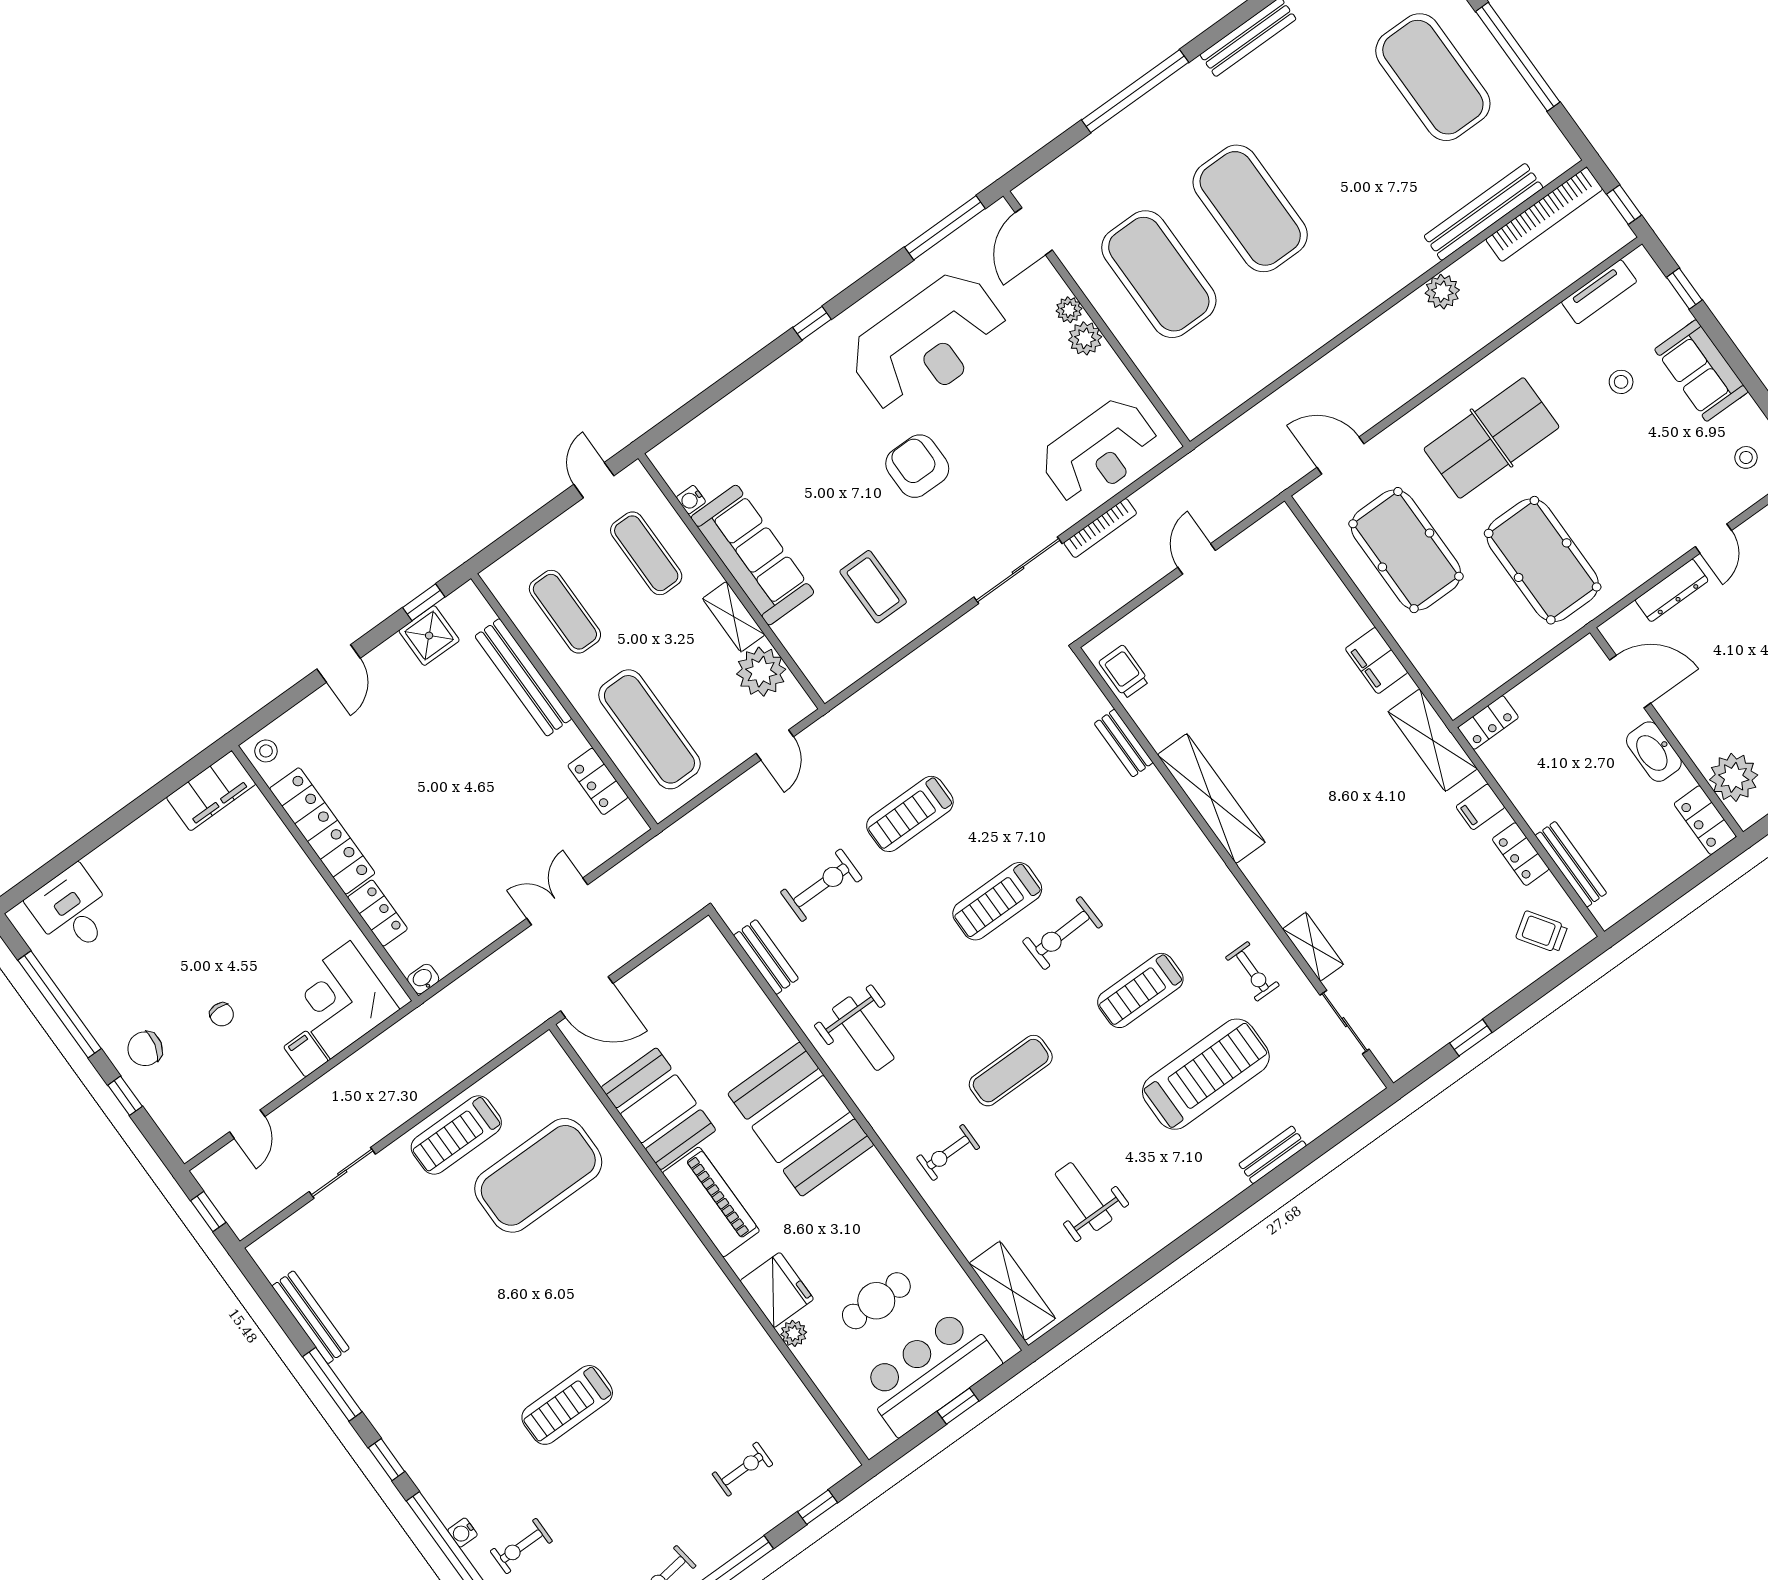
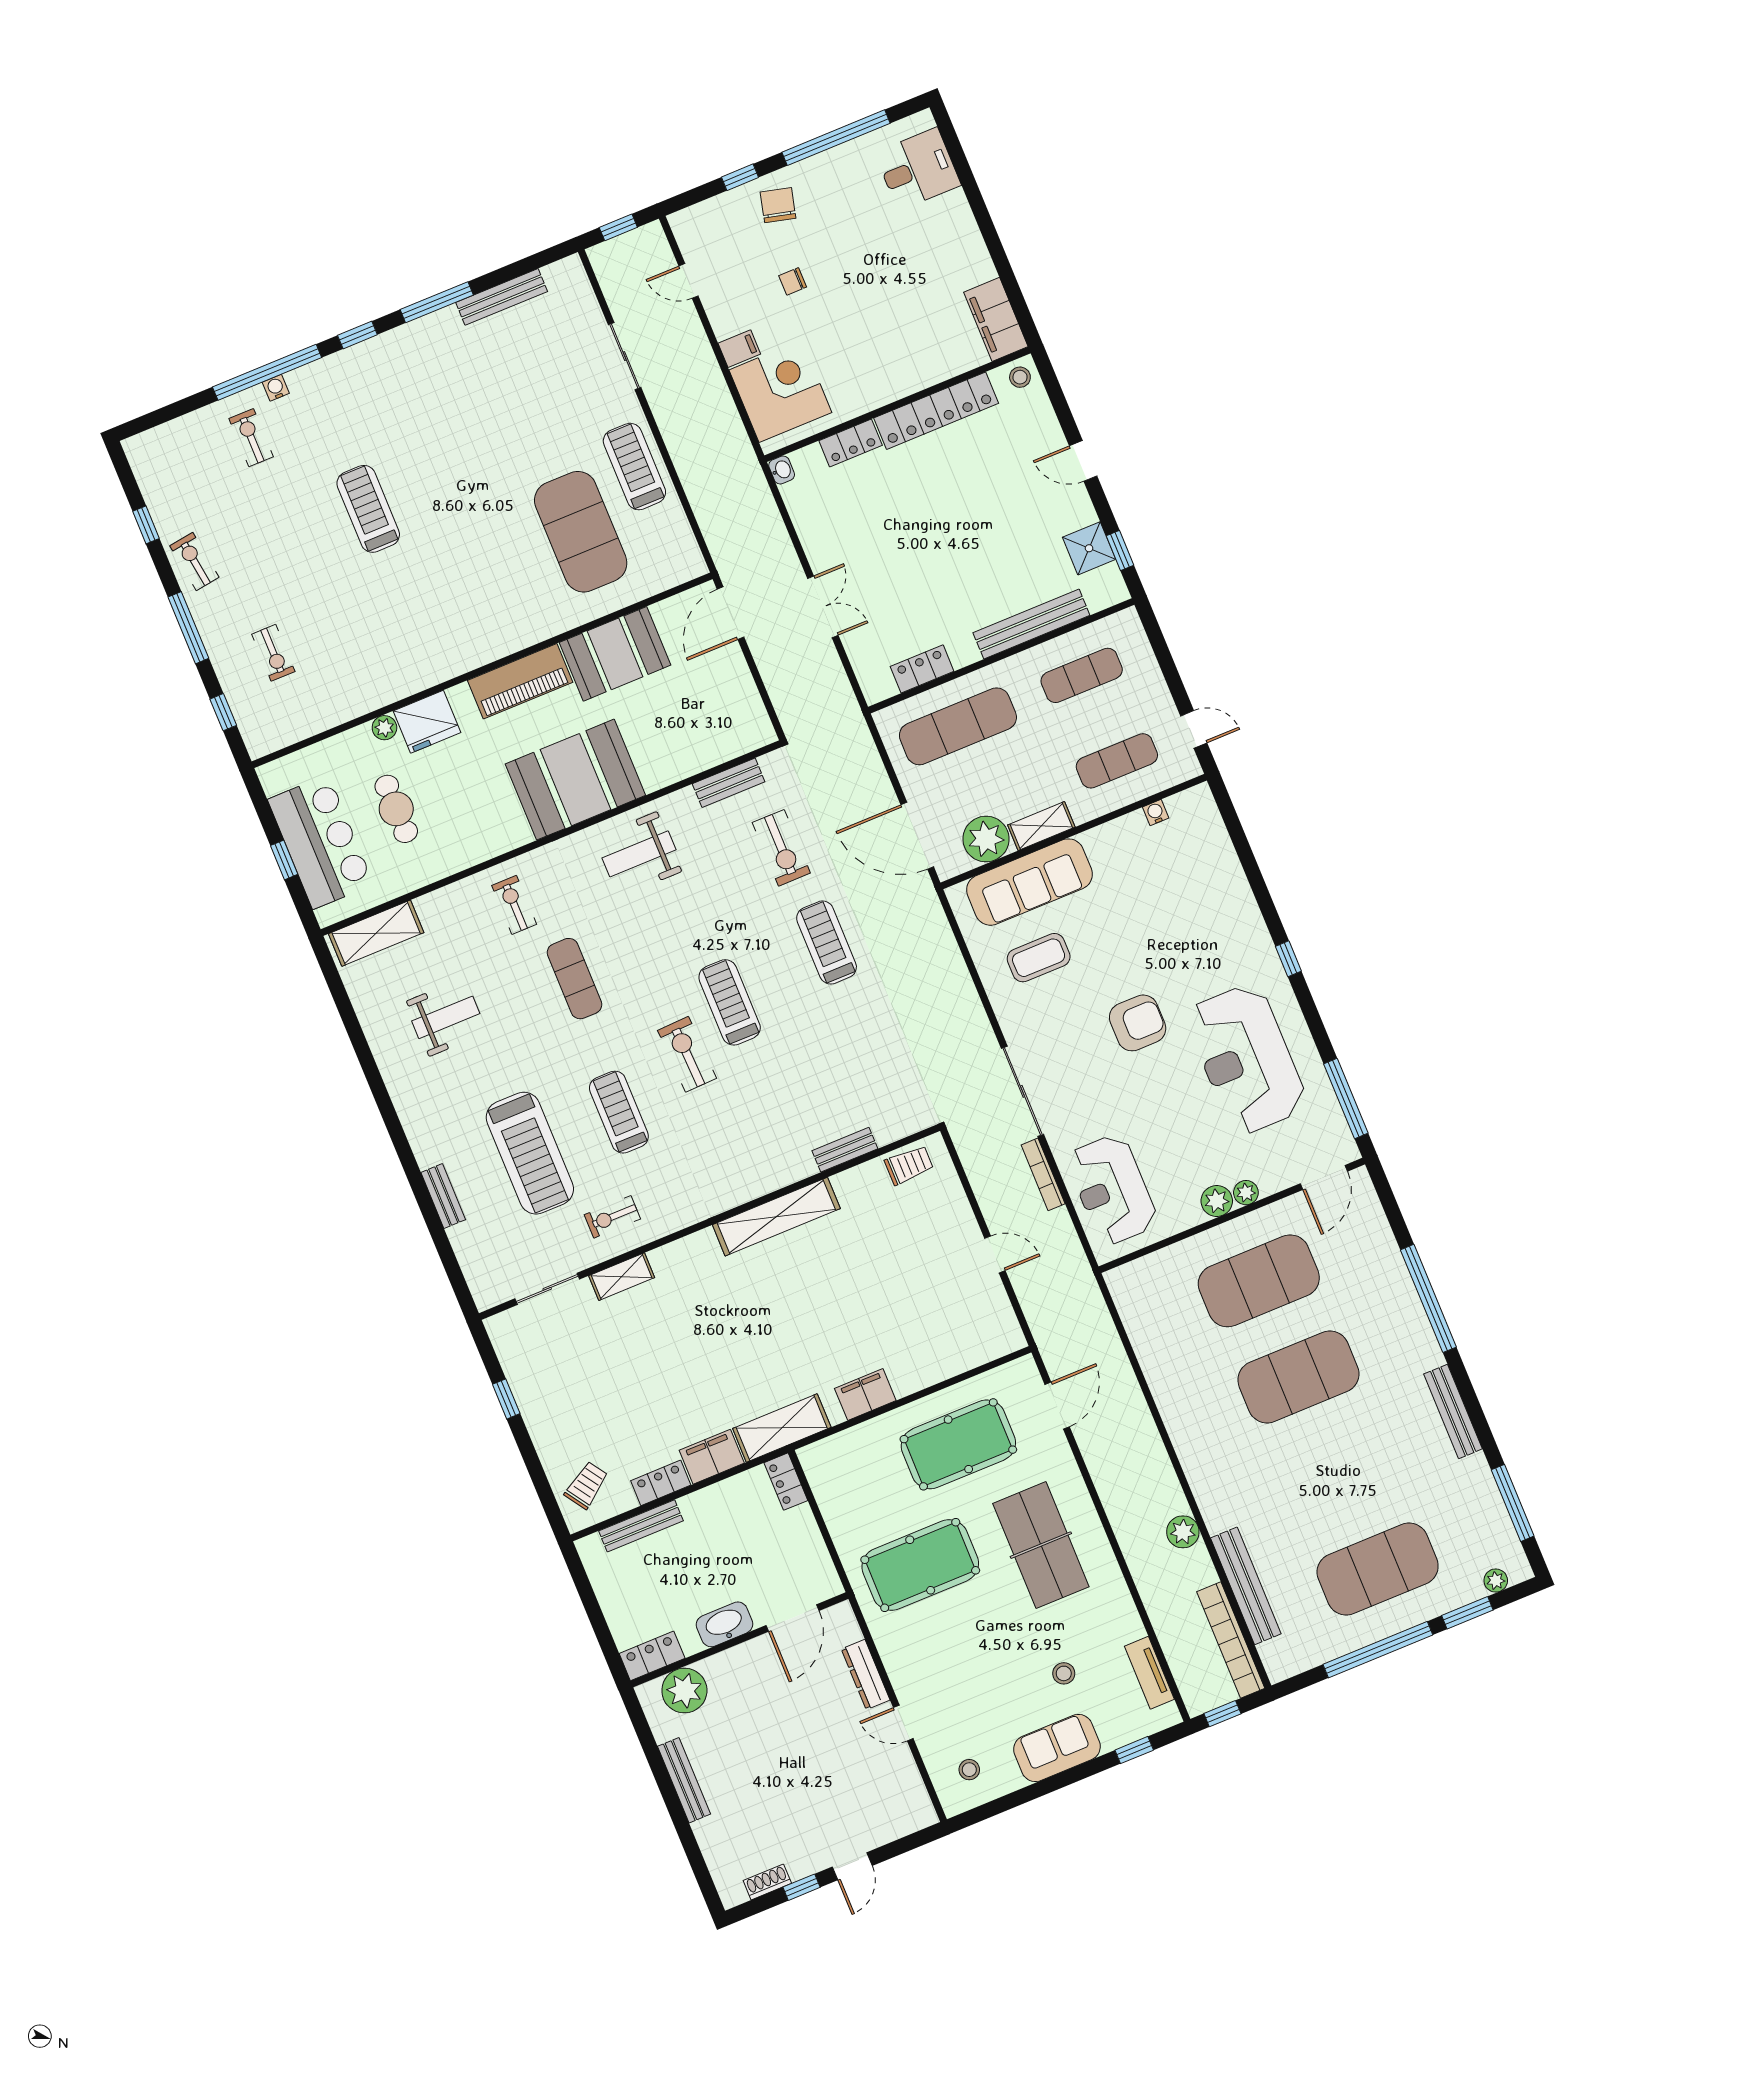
door: (1034, 231) -> (1324, 1177), swing flipped
sofa: (752, 555) -> (1029, 882), moved
door: (775, 745) -> (917, 836), width x1.88
filing cabinet: (1480, 807) -> (712, 1457), width x2.00

